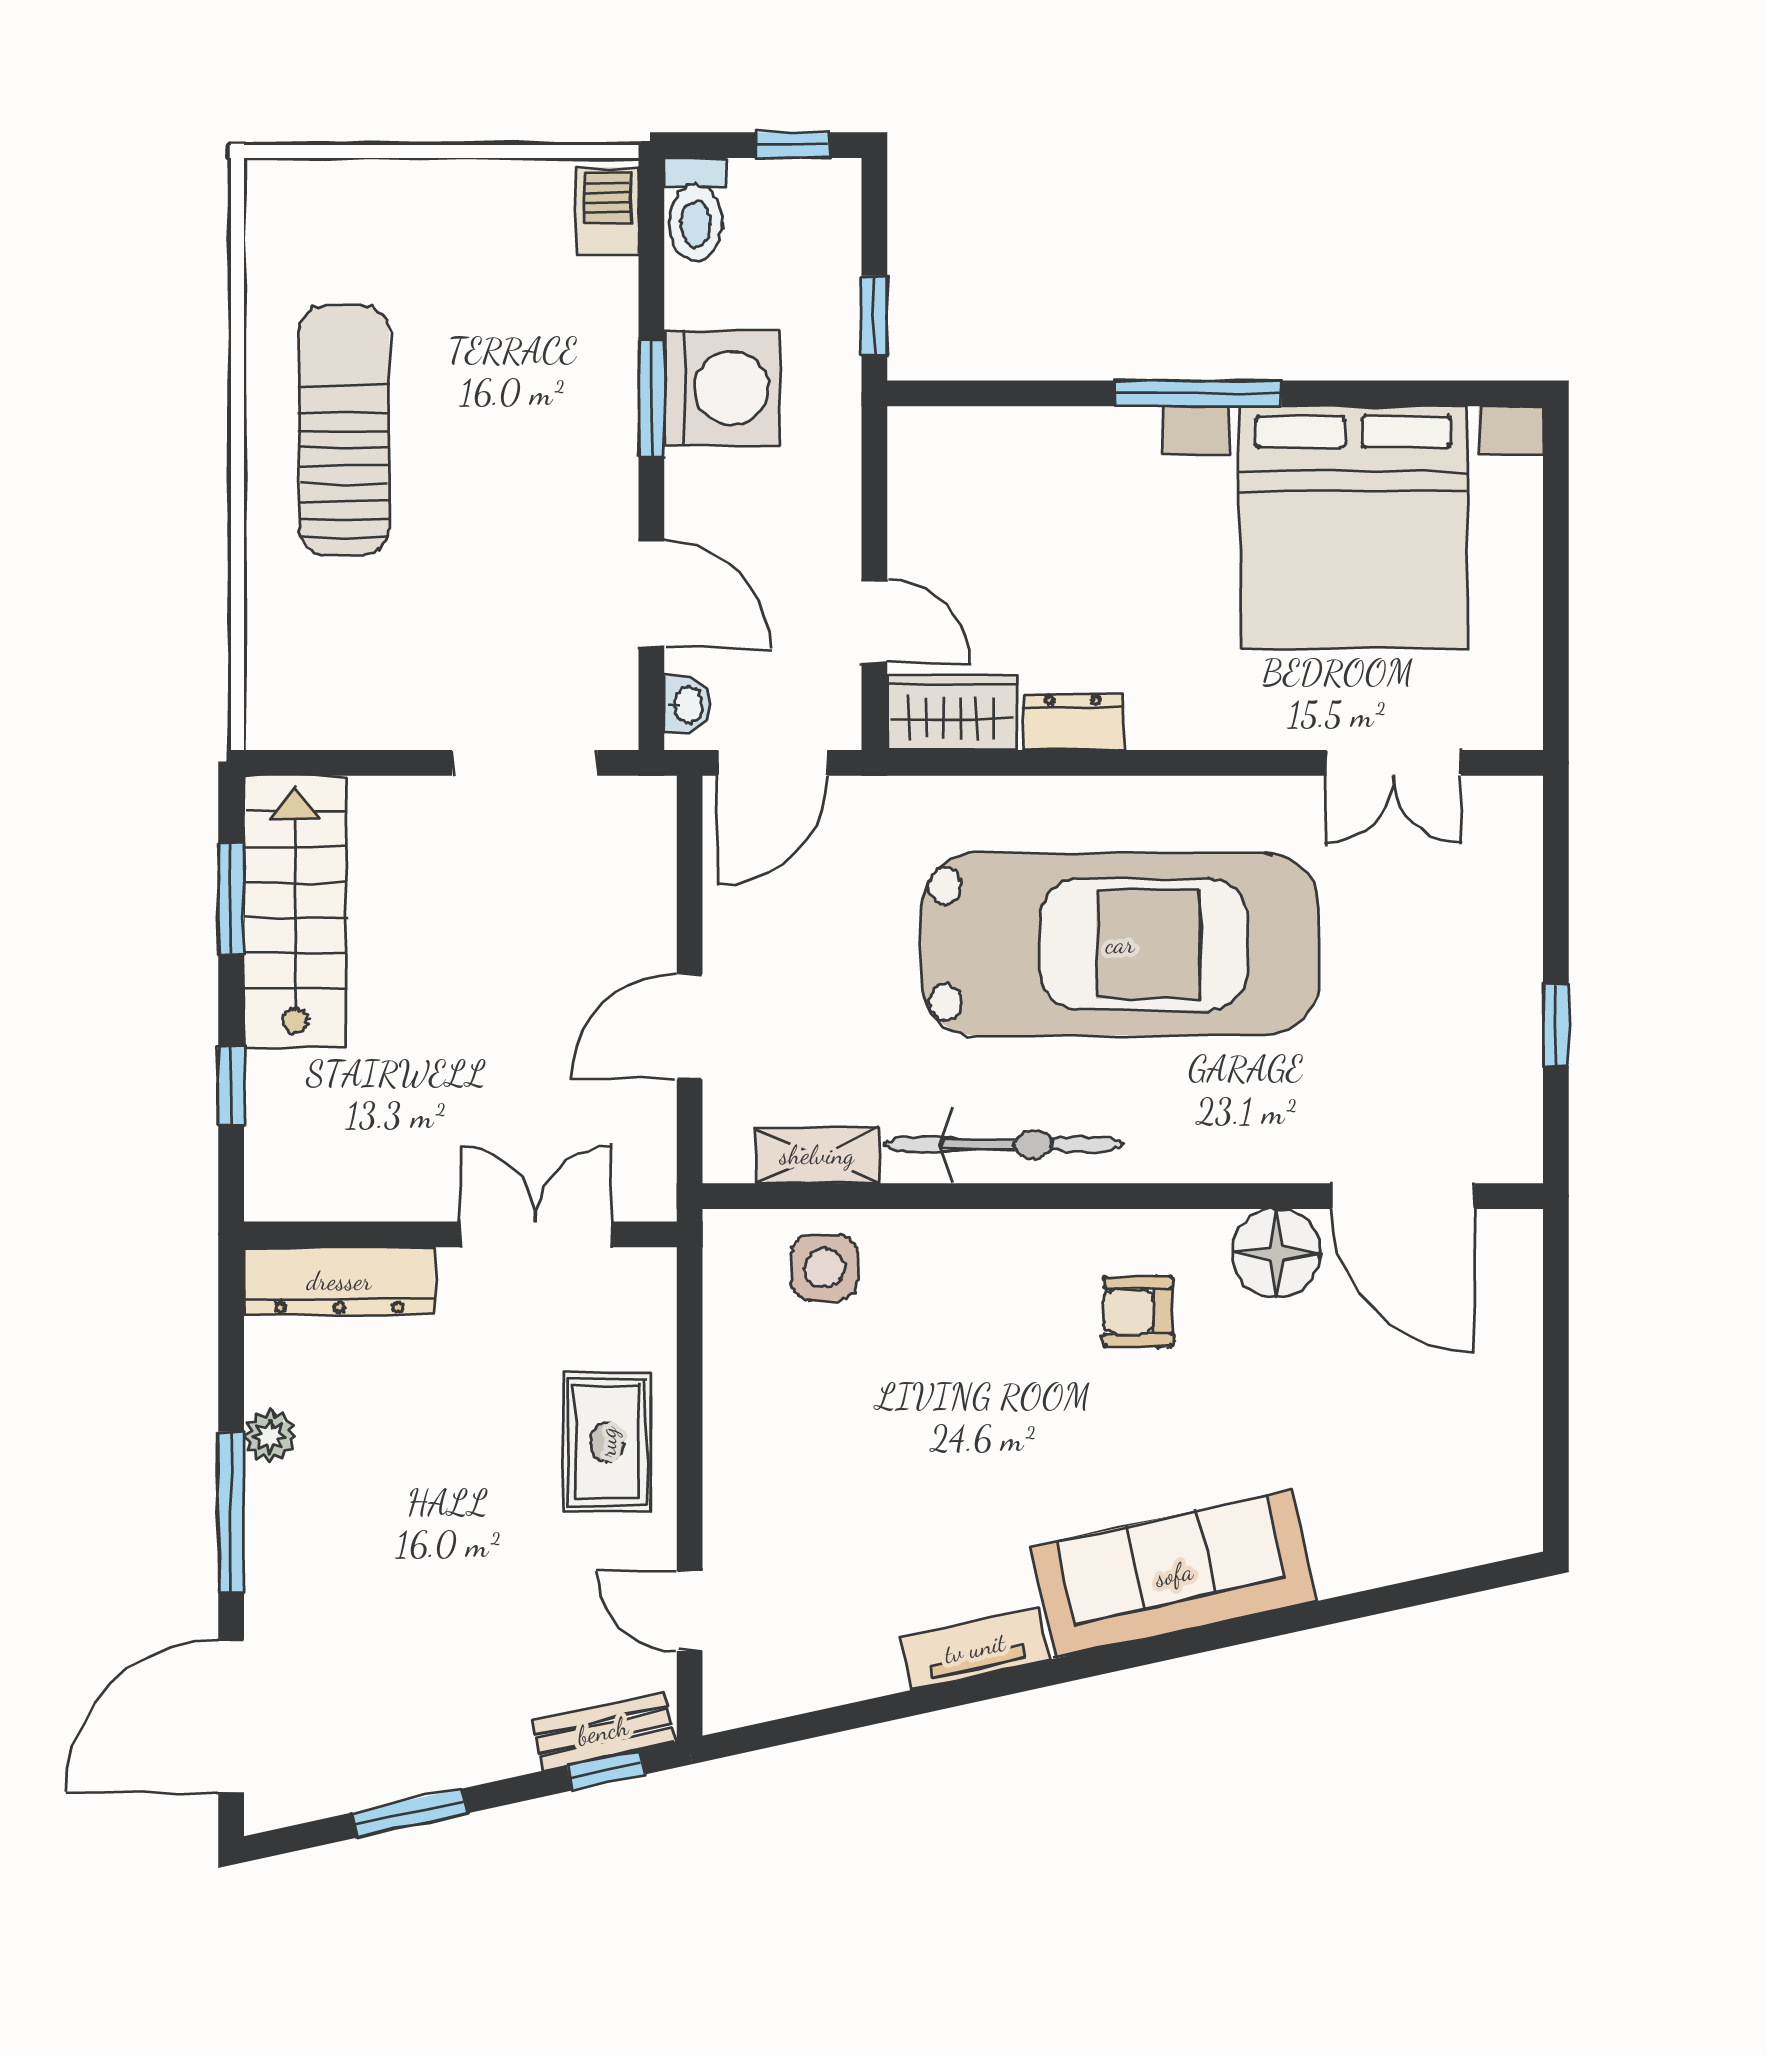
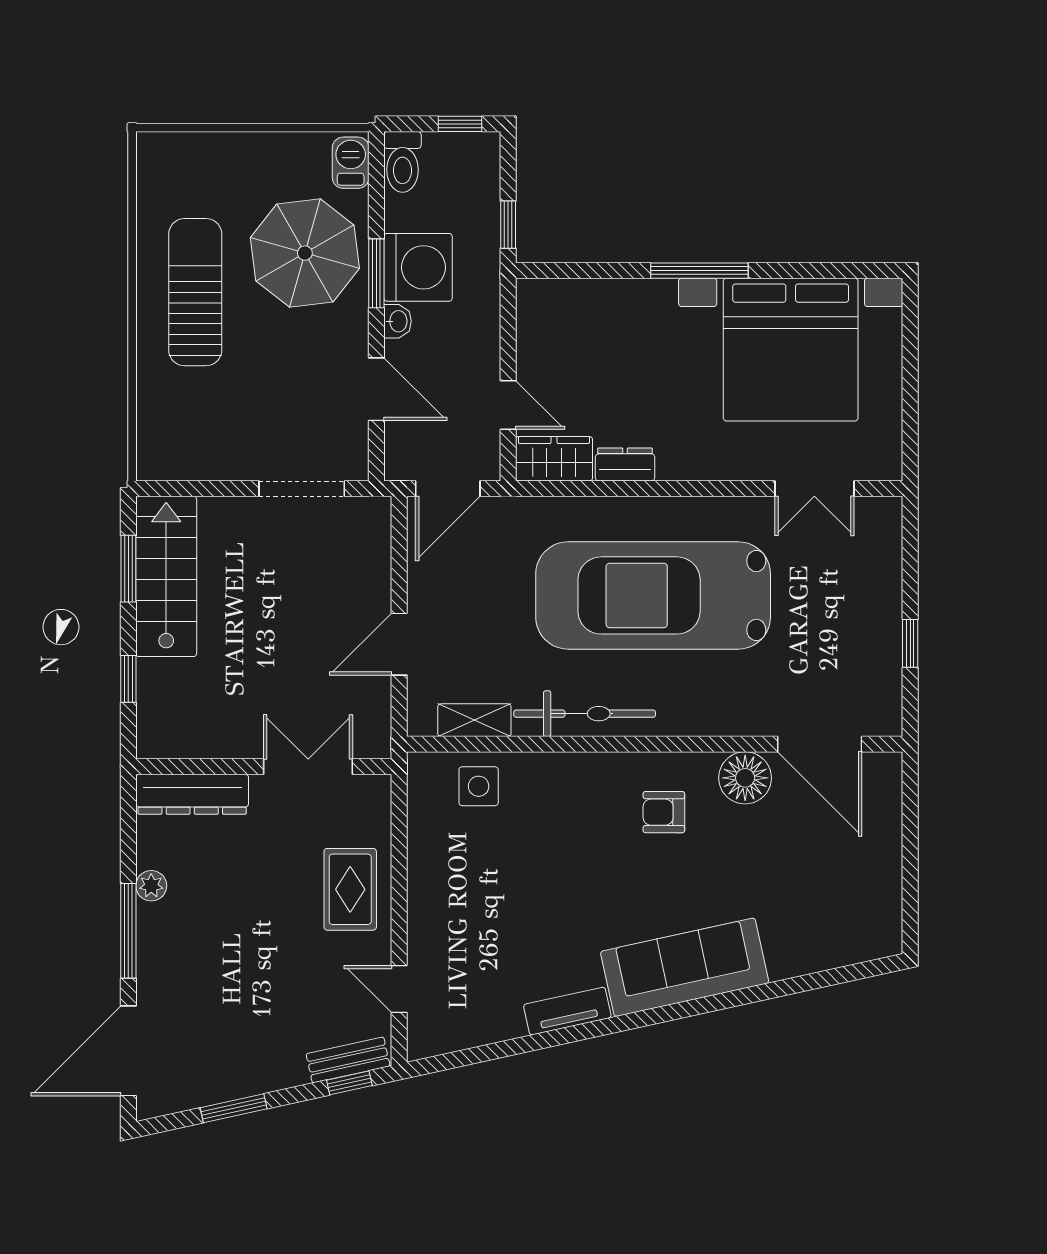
parasol: (530, 364) -> (305, 253), added
washbasin: (687, 705) -> (398, 321), moved
car: (1120, 944) -> (653, 595), turned 180

